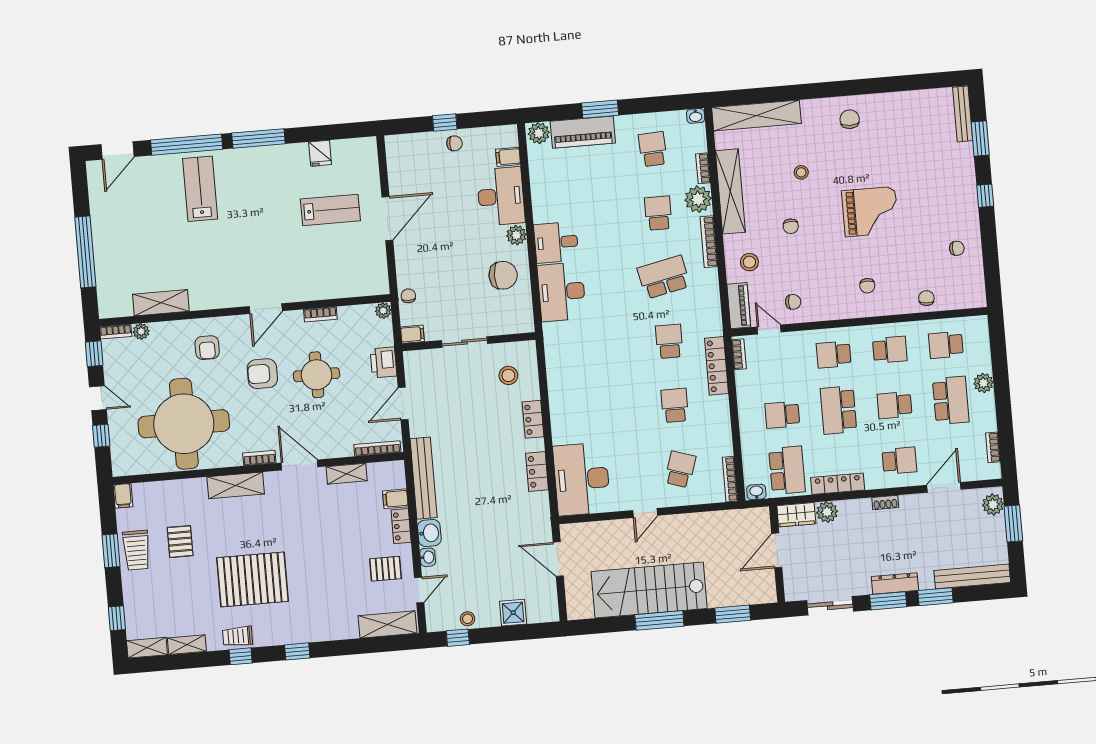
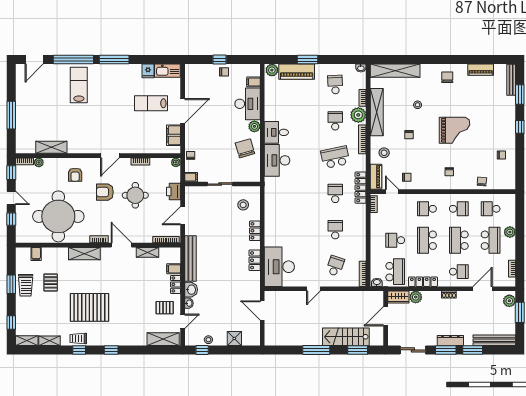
piano: (907, 101) -> (481, 70), added
kitchen sink: (354, 150) -> (167, 71), added
lab bench: (330, 210) -> (151, 103), turned 180
window: (85, 252) -> (11, 115), width x0.68
filing cabinet: (375, 263) -> (173, 135), added
chair: (503, 275) -> (245, 148), turned -106
locker: (717, 366) -> (361, 188), moved
school desk: (895, 405) -> (459, 240), width x1.85
filing cabinet: (123, 496) -> (36, 254), moved
stairs: (649, 590) -> (346, 337), moved, width x0.73, depth x0.66

